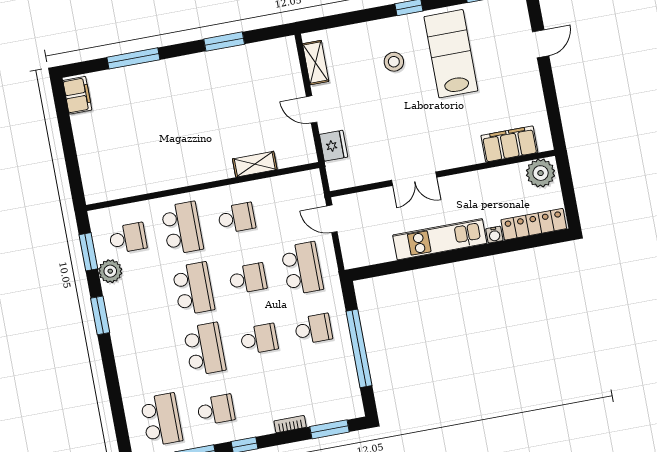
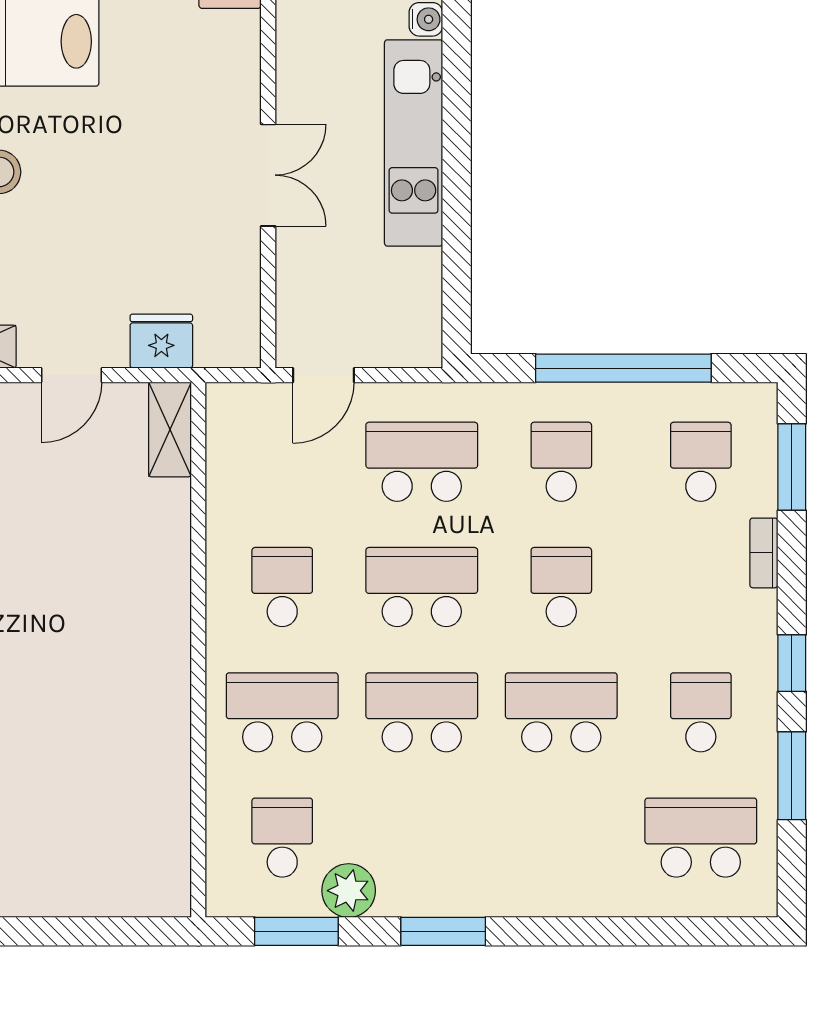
shelving: (255, 164) -> (170, 429), moved
school desk: (248, 278) -> (422, 587), width x1.85
school desk: (325, 389) -> (701, 462), added

